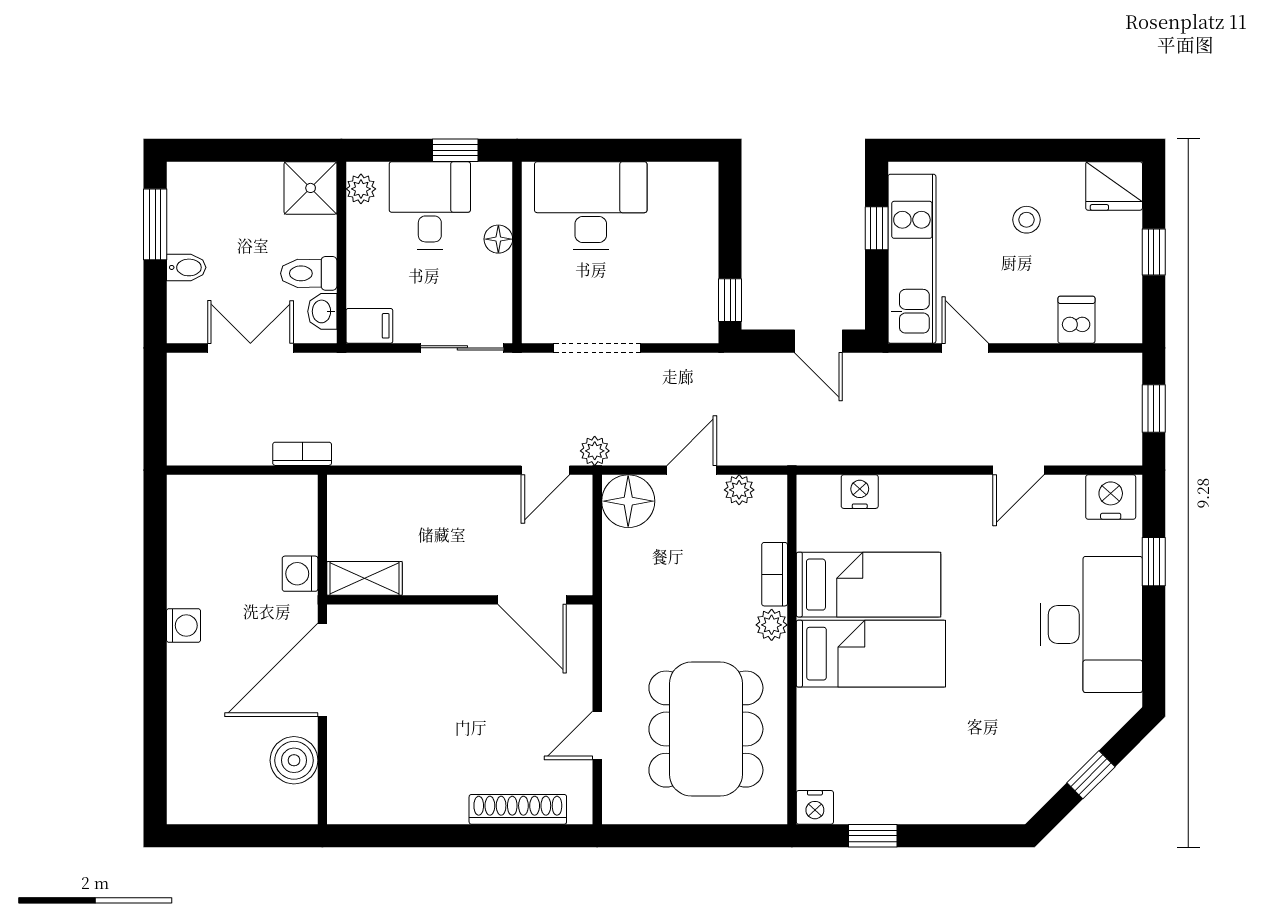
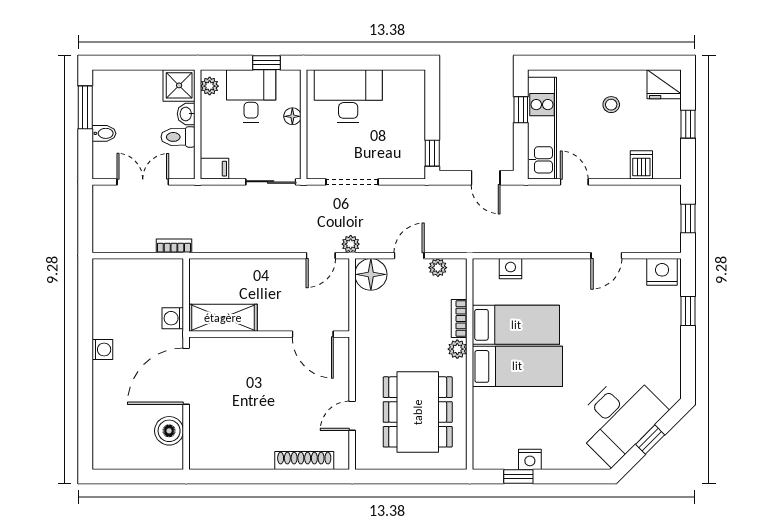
washbasin: (322, 311) -> (186, 114), moved
shelving: (365, 578) -> (223, 318), width x1.50, depth x1.33
desk: (1091, 624) -> (619, 418), moved, turned 45
nightstand: (815, 807) -> (530, 459), moved

